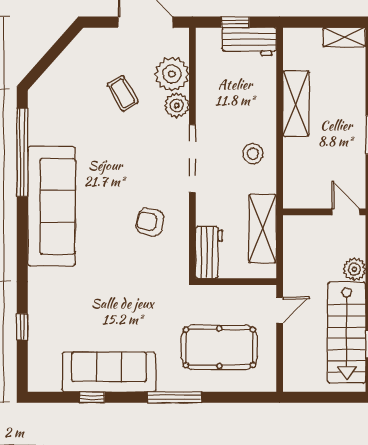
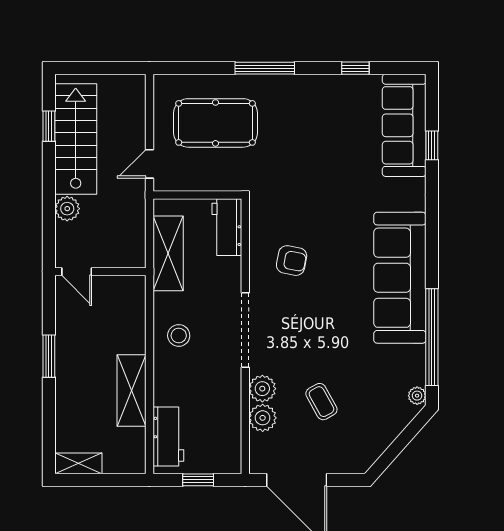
workbench: (249, 42) -> (168, 436), moved, turned 90
plant: (172, 74) -> (263, 418), width x0.73, depth x0.73
plant: (36, 99) -> (417, 396), added
sofa: (109, 372) -> (404, 125), moved, turned 90

